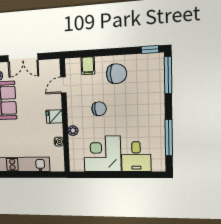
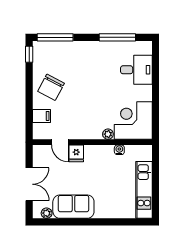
chair: (117, 74) -> (51, 87), turned -152
chair: (99, 109) -> (86, 106), removed
fridge: (54, 116) -> (76, 153), moved
corner desk: (102, 154) -> (133, 121), moved, turned 90

